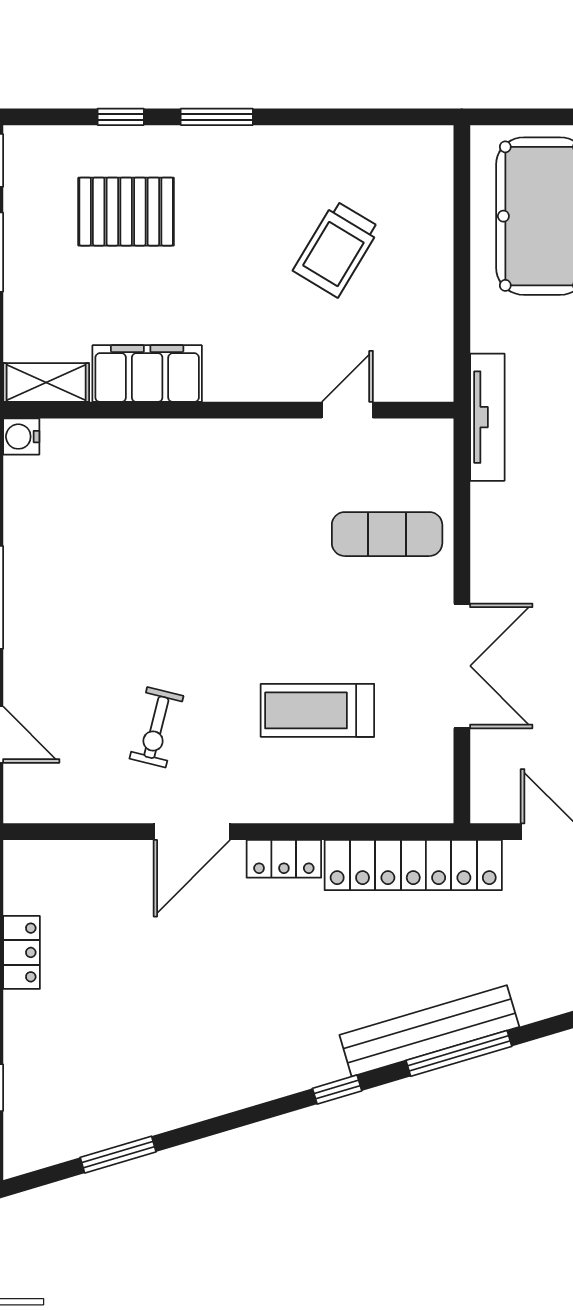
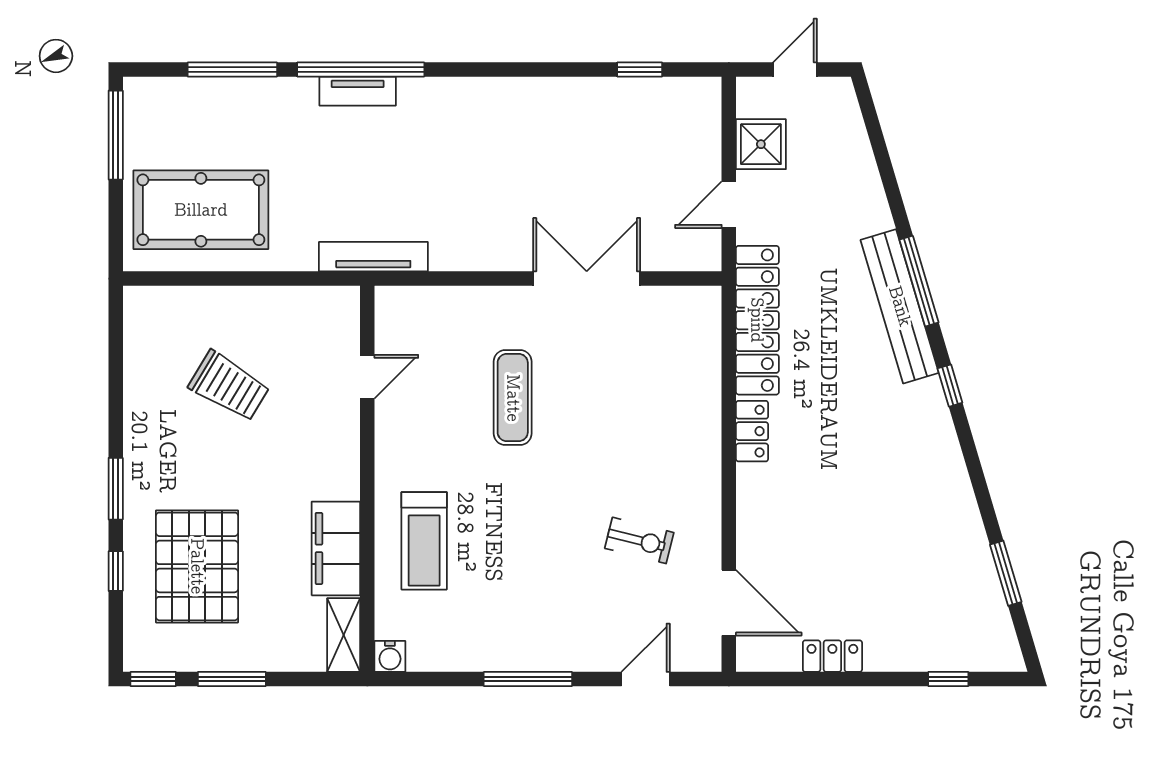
pallet: (126, 212) -> (197, 566), width x1.37, depth x1.41
door: (347, 410) -> (367, 377), swing flipped
exercise mat: (387, 534) -> (513, 398), moved
treadmill: (317, 710) -> (424, 541), moved
door: (192, 832) -> (729, 603), moved

